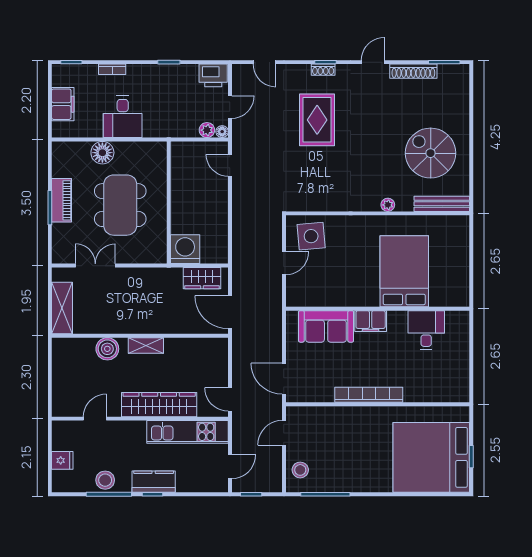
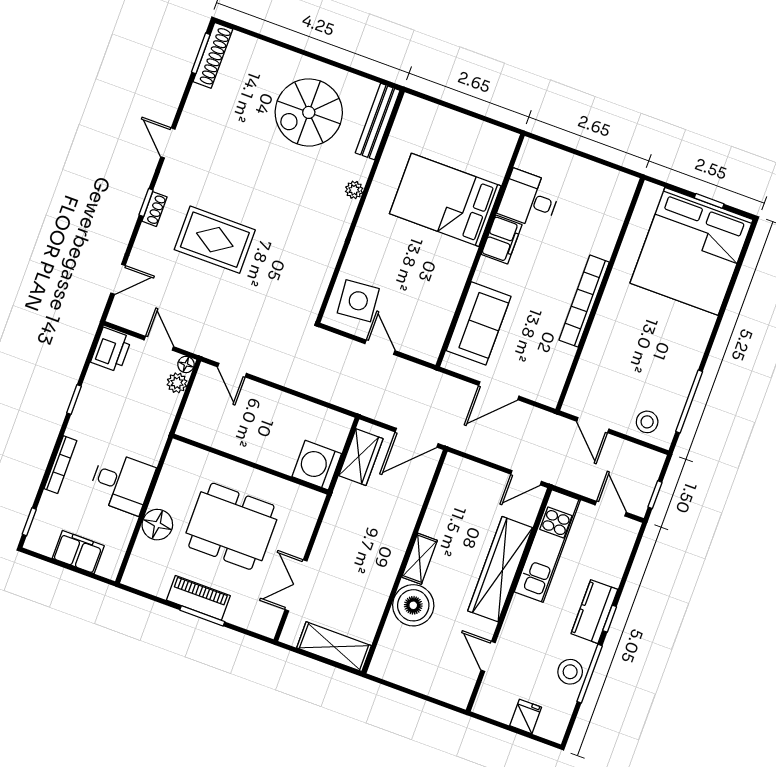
bookcase: (112, 69) -> (60, 465), width x1.56
shoe rack: (413, 71) -> (213, 55), moved
door: (230, 165) -> (232, 370), hinge flipped
filing cabinet: (371, 321) -> (502, 239), moved
boiler: (107, 349) -> (413, 605), width x1.37, depth x1.37
door: (284, 379) -> (499, 391), moved

